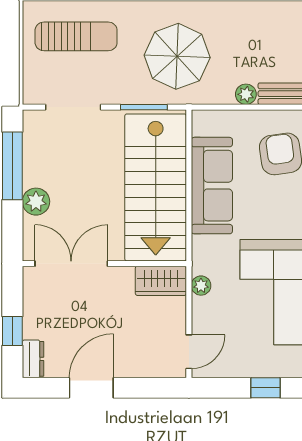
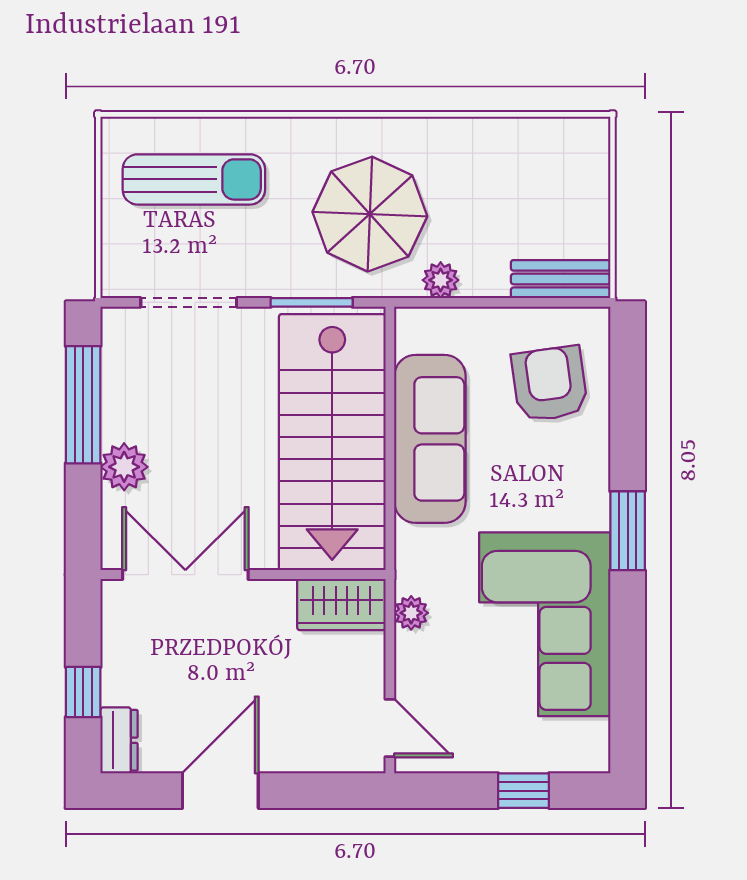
plant: (246, 94) -> (441, 280), moved
door: (189, 352) -> (390, 728), hinge flipped

